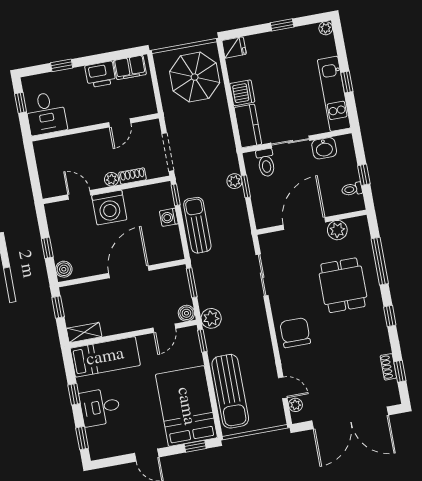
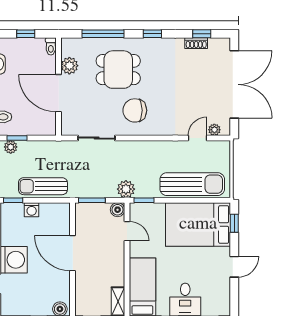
toilet: (352, 189) -> (51, 46), moved
chair: (295, 333) -> (135, 110), moved

